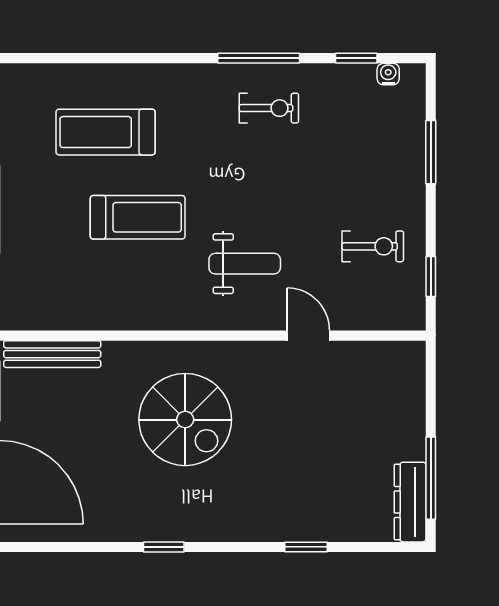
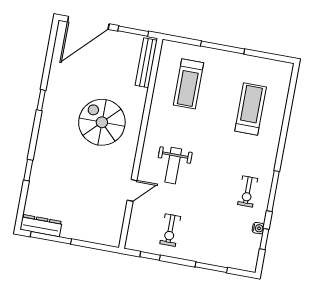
water cooler: (388, 74) -> (258, 228), moved
treadmill: (138, 217) -> (189, 84), moved
spiral stairs: (185, 420) -> (102, 122), turned 90

